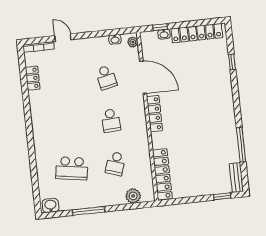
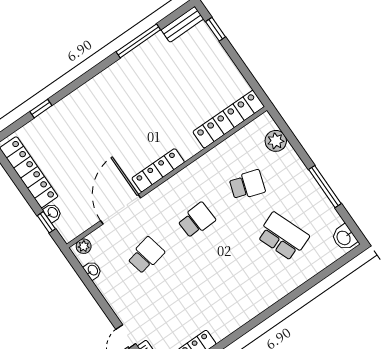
school desk: (72, 168) -> (283, 236), turned -30

